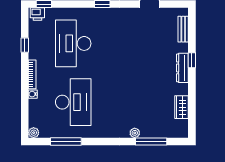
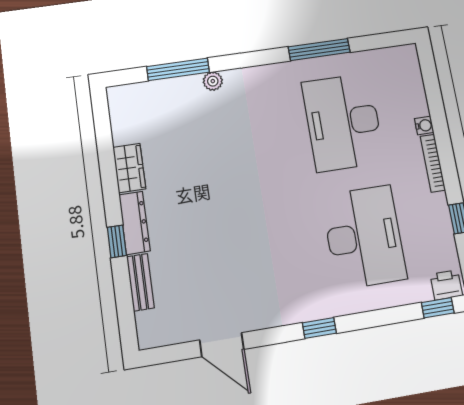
bench: (183, 29) -> (140, 282), moved
wardrobe: (181, 107) -> (129, 168), moved
plant: (34, 133) -> (408, 54), removed
window: (66, 142) -> (319, 50), moved

